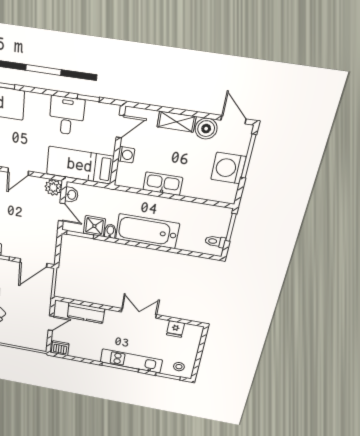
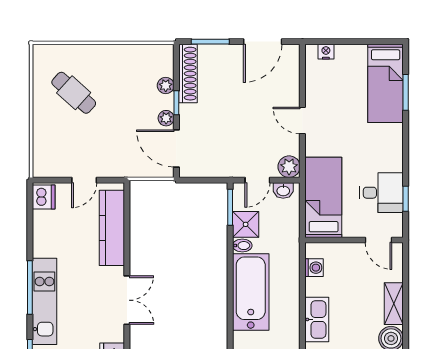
desk: (67, 116) -> (382, 193), moved
washing machine: (126, 155) -> (314, 268), moved, turned -90
kitchen sink: (163, 184) -> (317, 319), moved
plant: (11, 266) -> (166, 118), added
kitchen counter: (86, 313) -> (112, 228), width x1.50
door: (51, 323) -> (84, 180), hinge flipped

